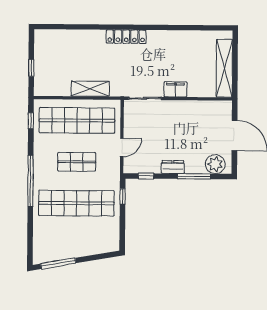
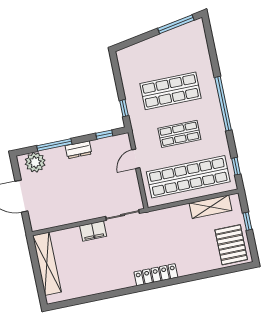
pallet: (51, 49) -> (231, 245), added
shelving: (90, 89) -> (211, 207), moved
shop shelf: (76, 203) -> (170, 91), width x0.71

